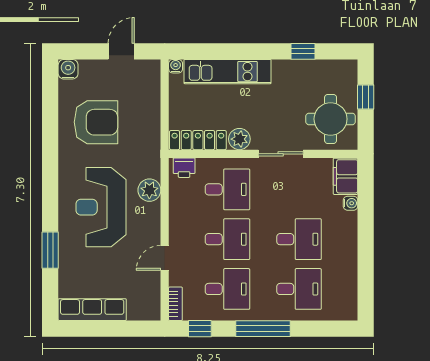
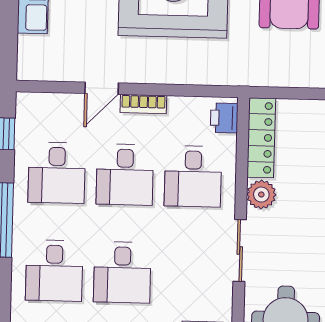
plant: (149, 190) -> (195, 70), removed
door: (165, 258) -> (102, 88), swing flipped
bookcase: (175, 304) -> (143, 104), moved

